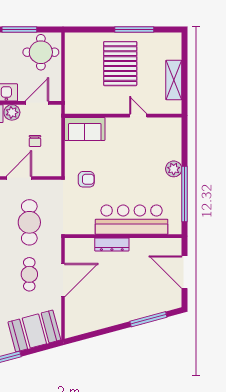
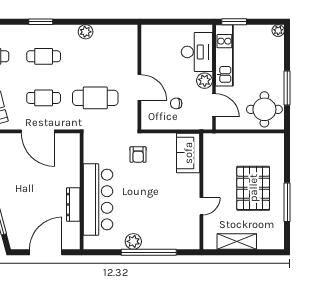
pallet: (120, 64) -> (253, 188), turned 90
plant: (174, 169) -> (133, 241), moved
window: (185, 194) -> (149, 252), moved
dresser: (112, 244) -> (73, 204), moved

